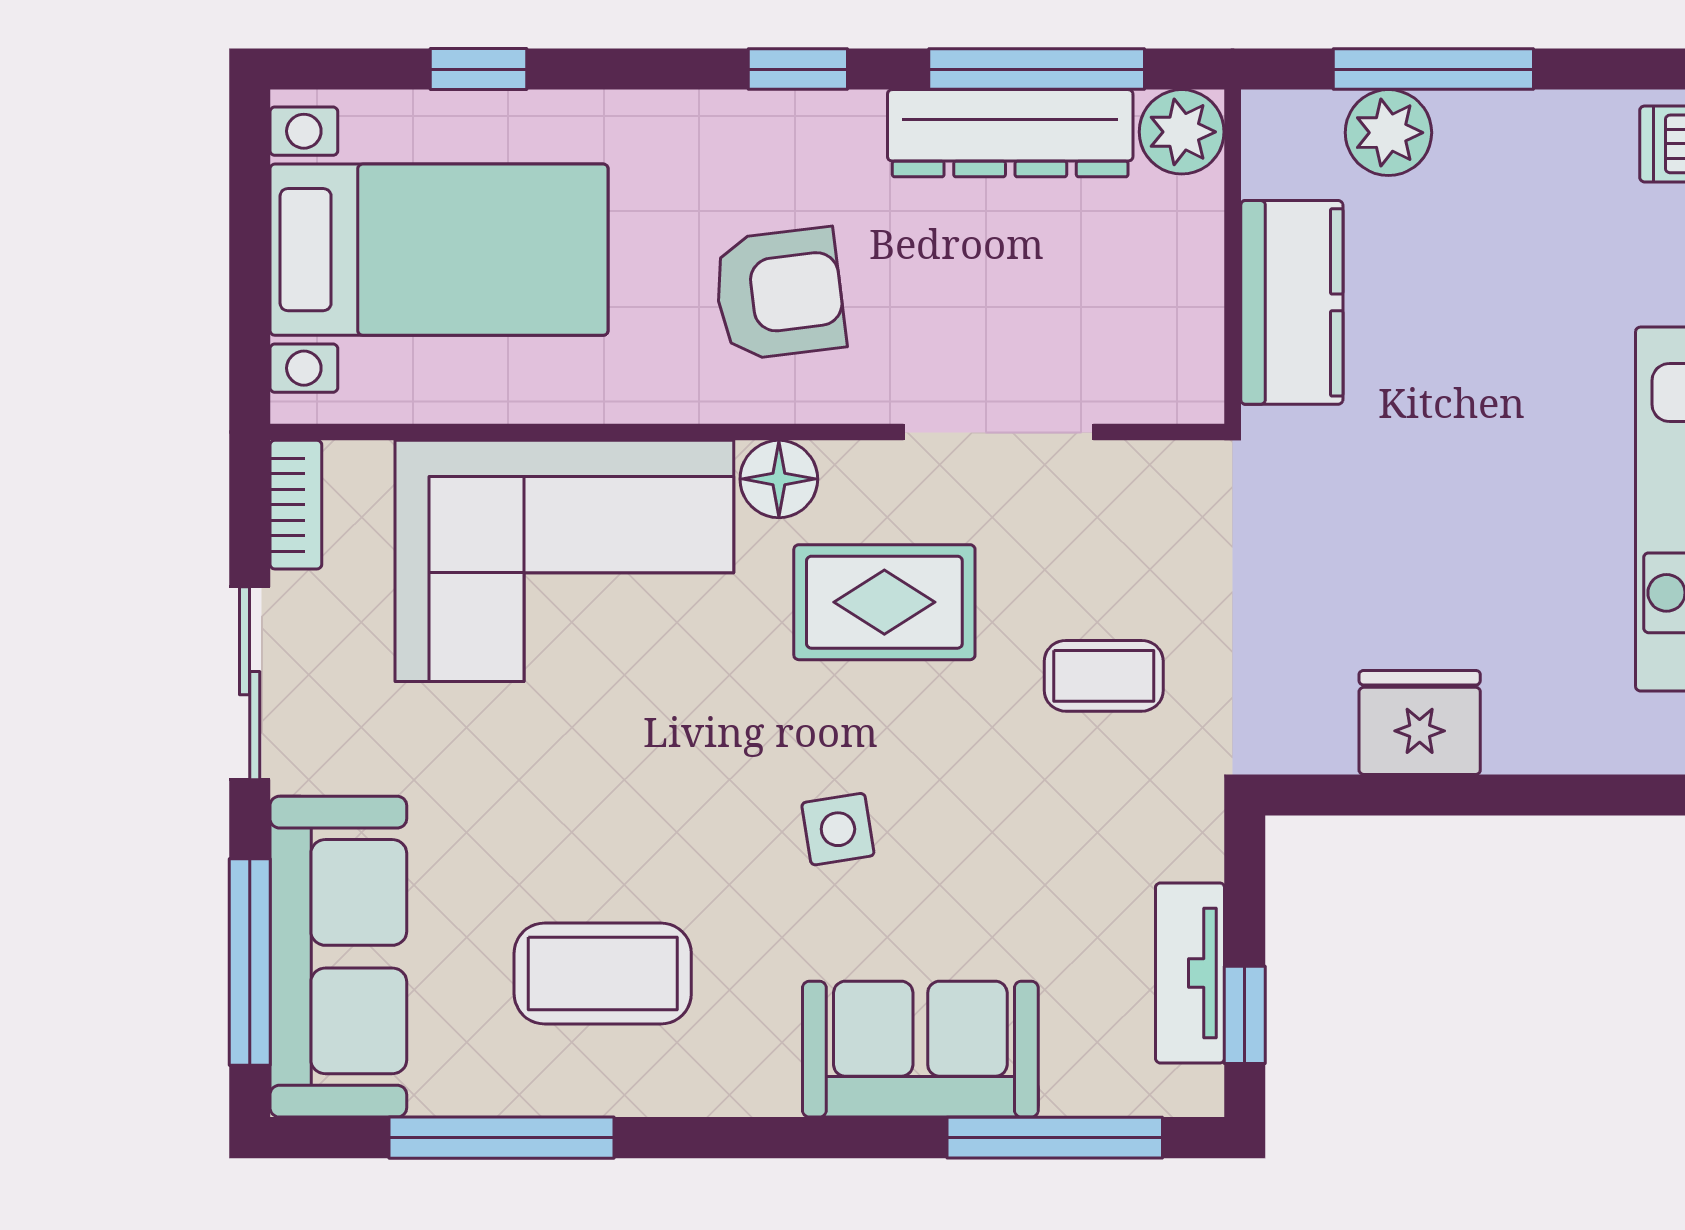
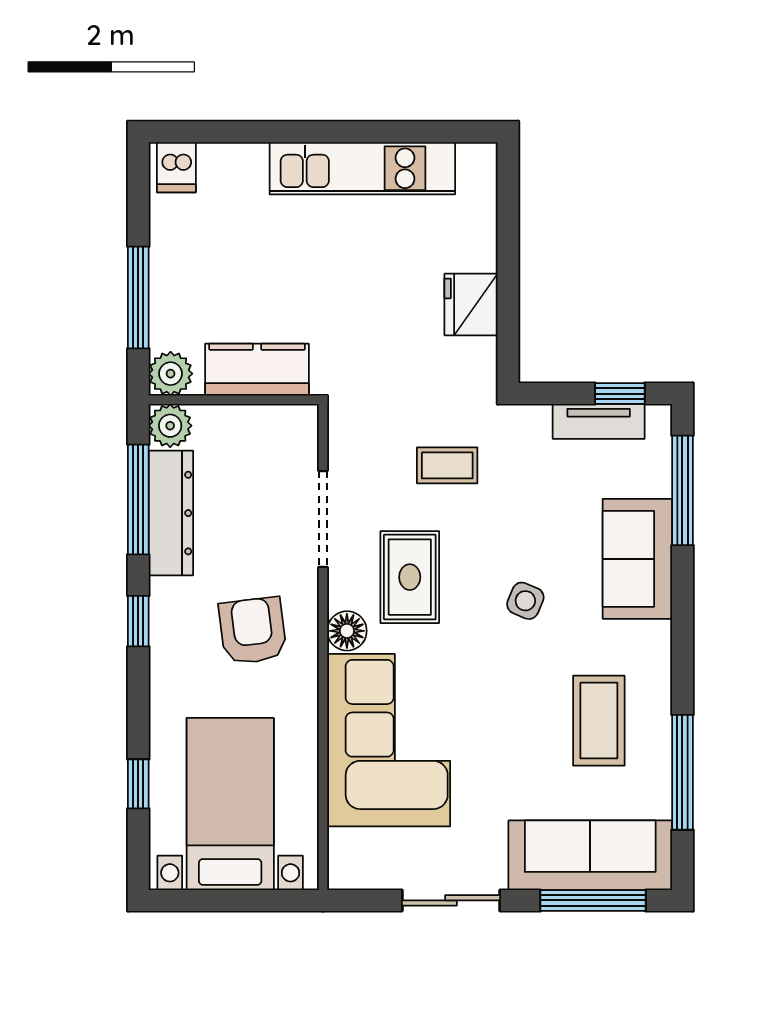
plant: (1388, 133) -> (171, 374), moved
bookcase: (296, 505) -> (360, 877), removed
coffee table: (1104, 676) -> (447, 465), turned 90
side table: (838, 829) -> (525, 601), turned 32

